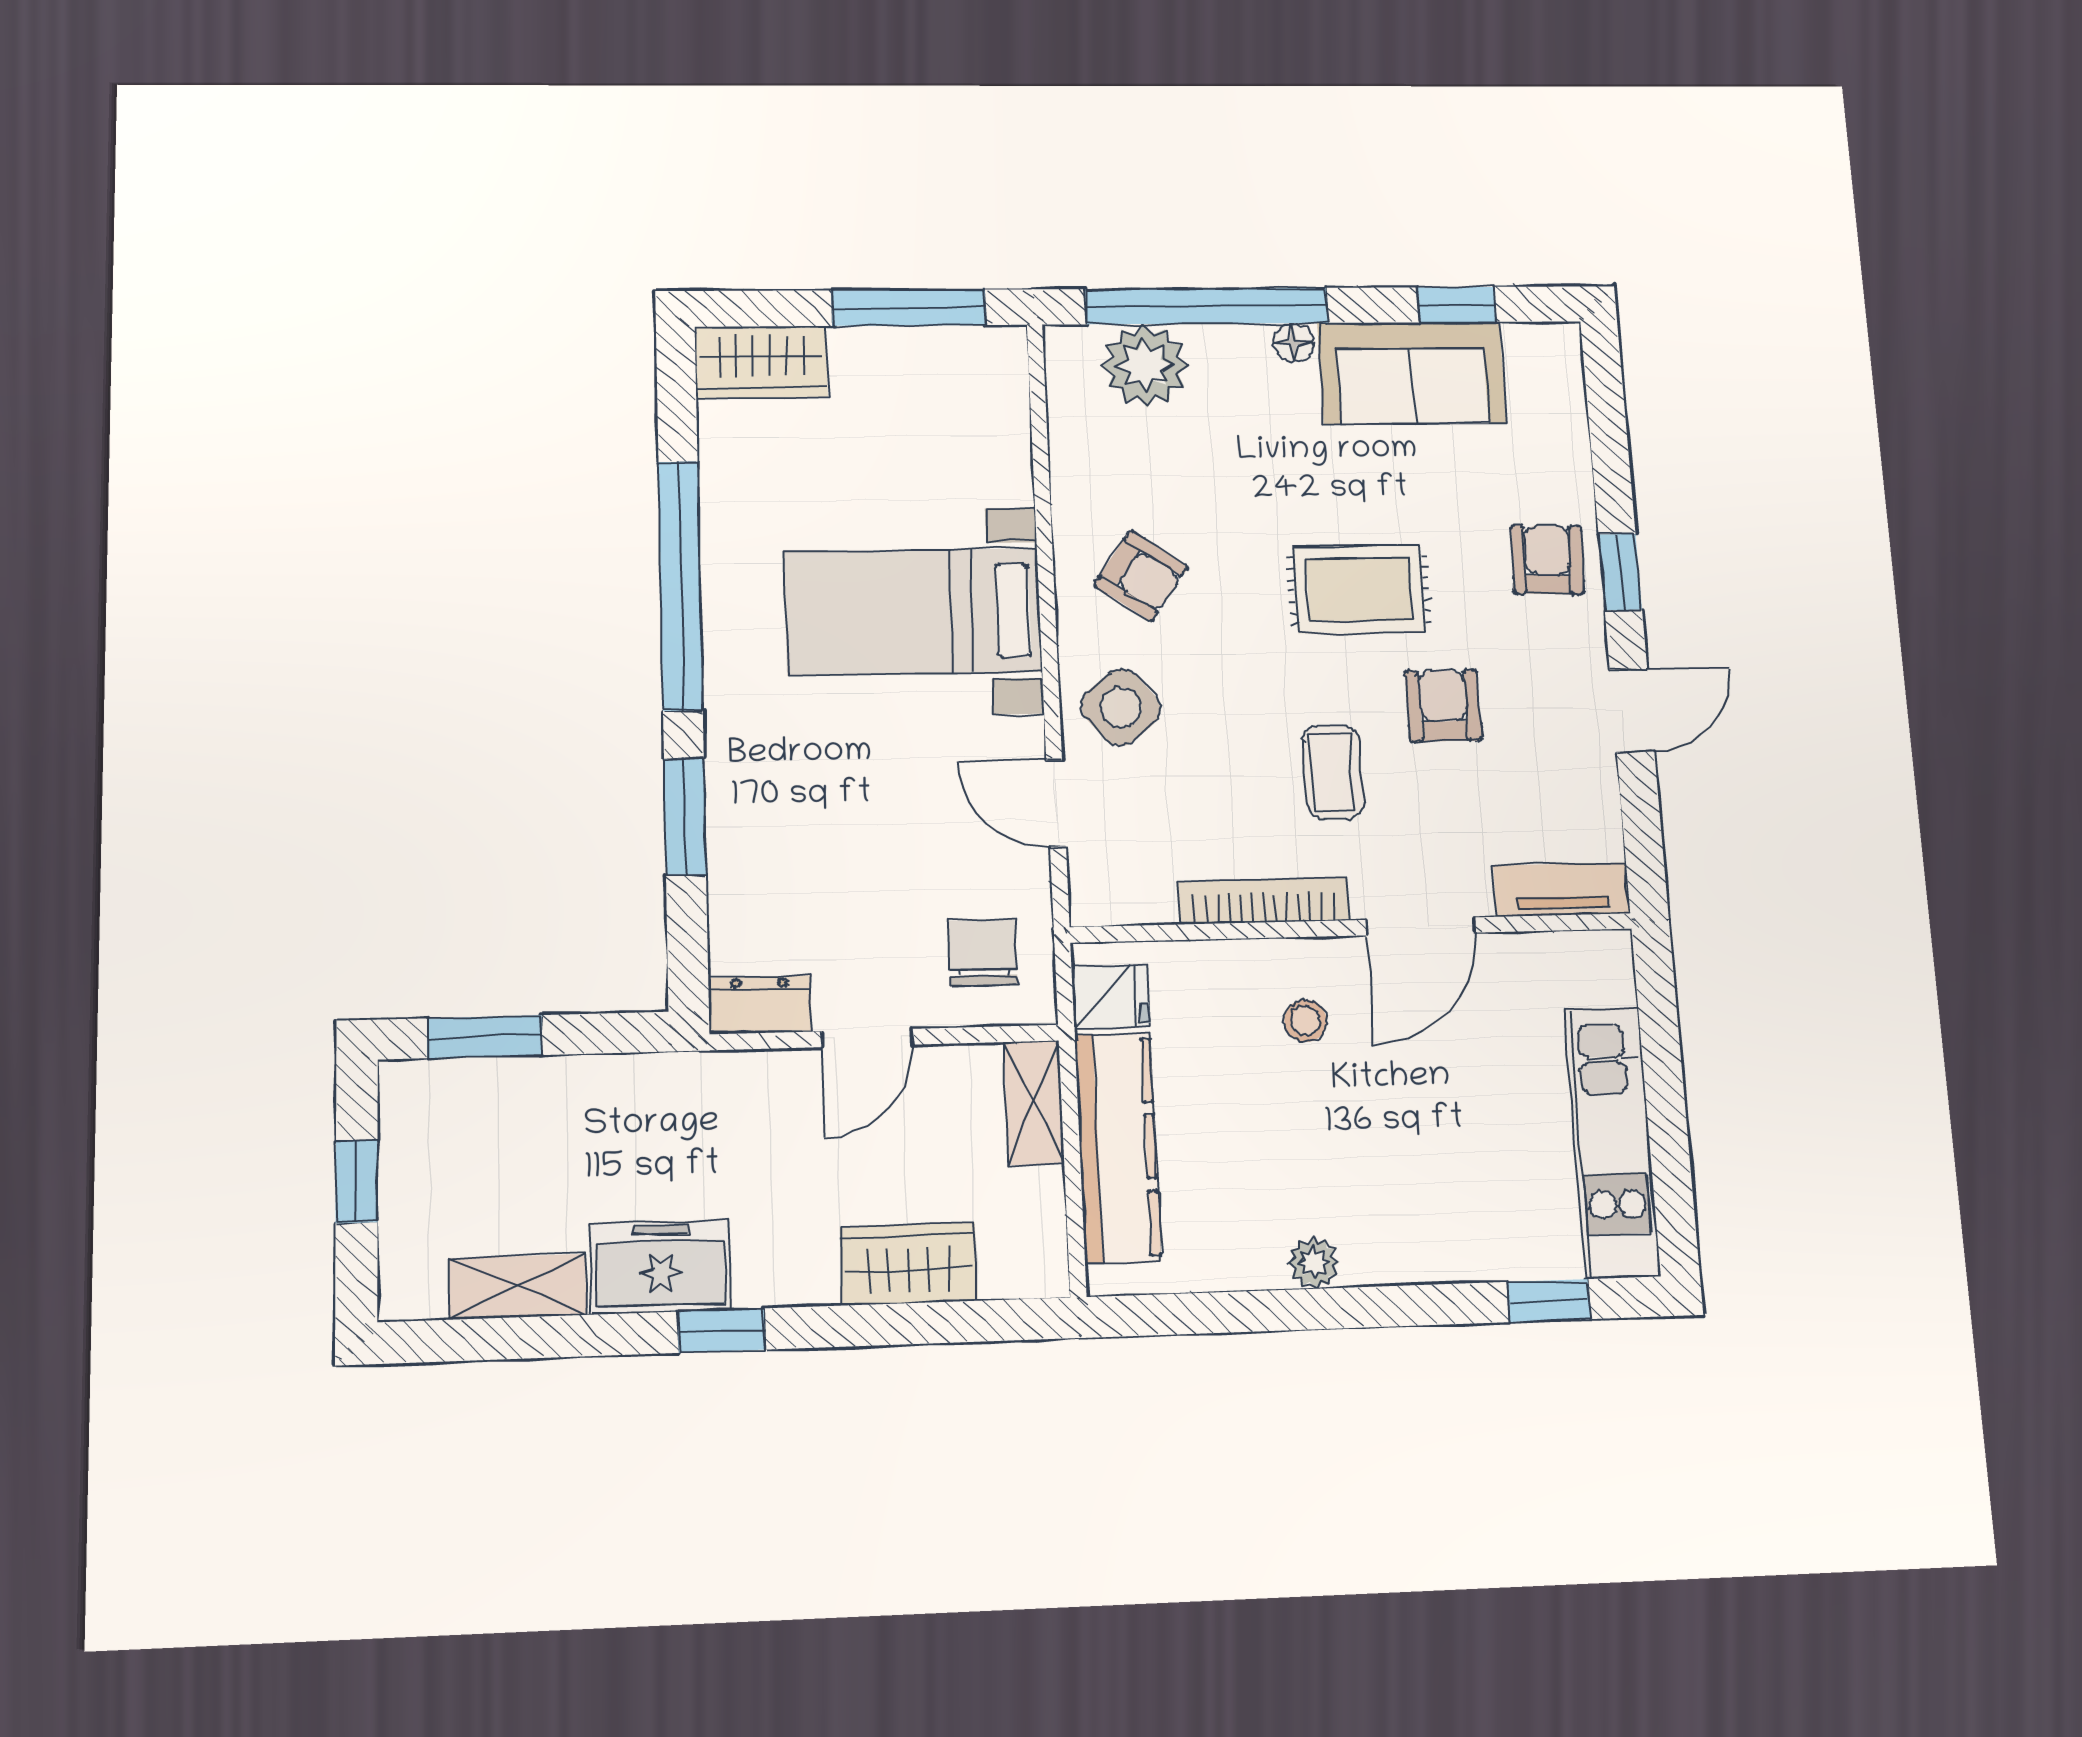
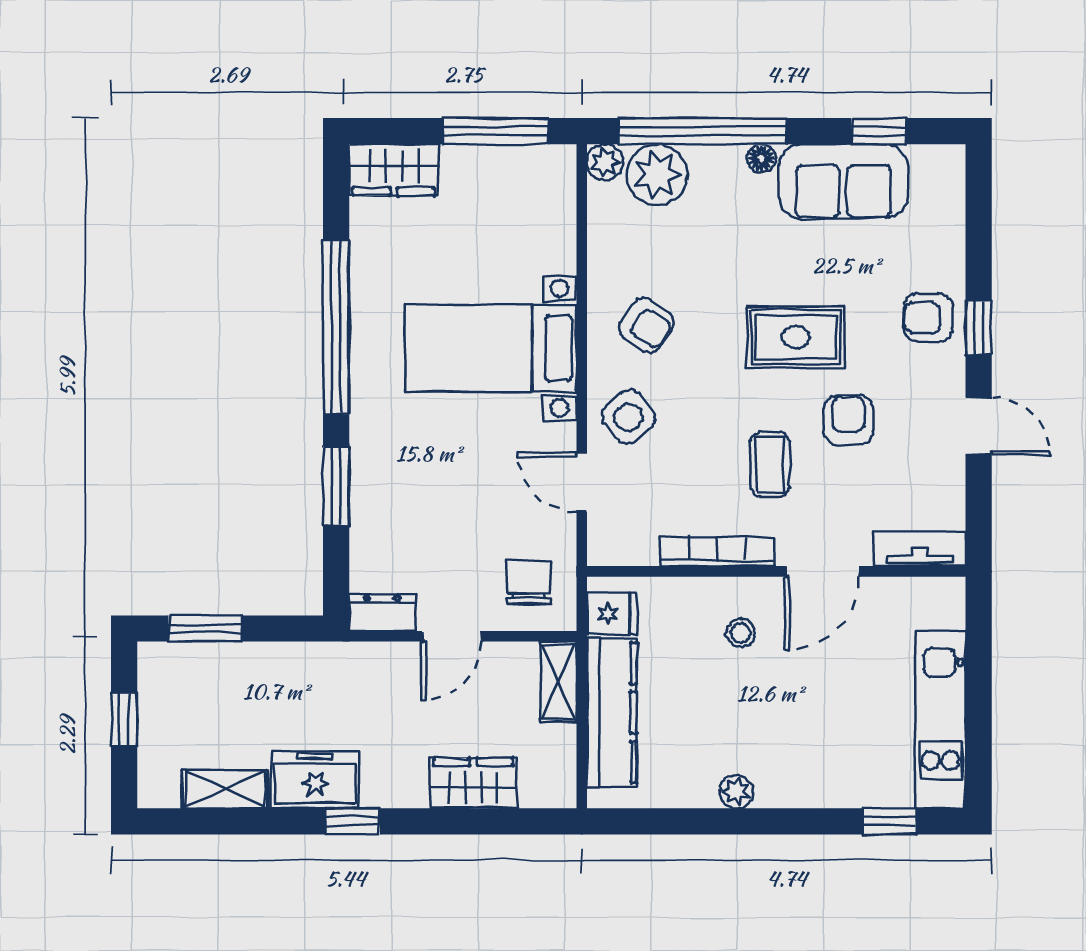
plant: (1069, 349) -> (605, 162), added
armchair: (1547, 560) -> (928, 318), turned -92
door: (1632, 711) -> (979, 426), hinge flipped

